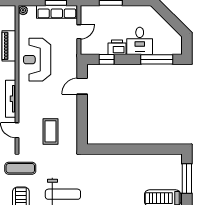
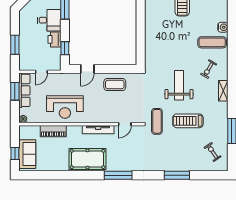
door: (79, 32) -> (41, 72), swing flipped
door: (82, 86) -> (87, 69), hinge flipped
coffee table: (50, 131) -> (115, 85), moved

